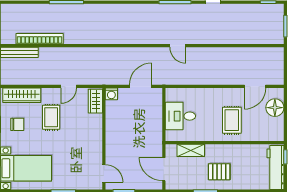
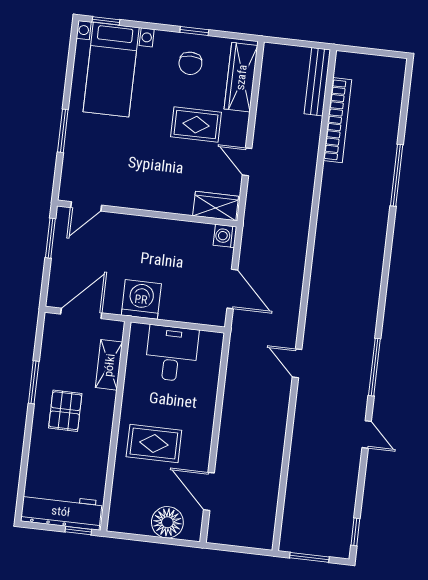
door: (178, 46) -> (297, 363), hinge flipped
washing machine: (152, 137) -> (141, 299), added

